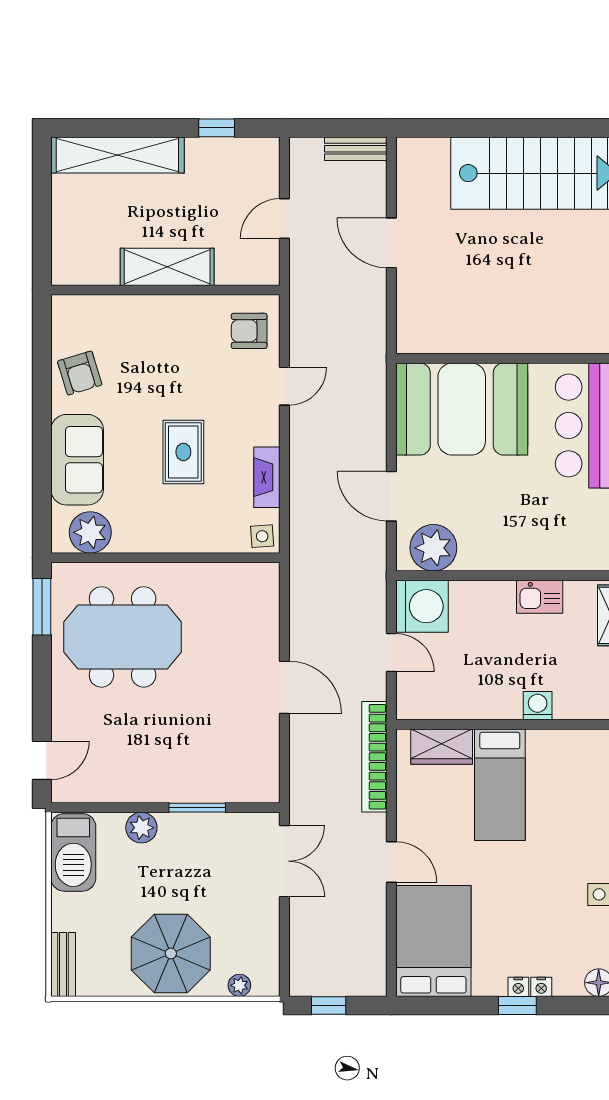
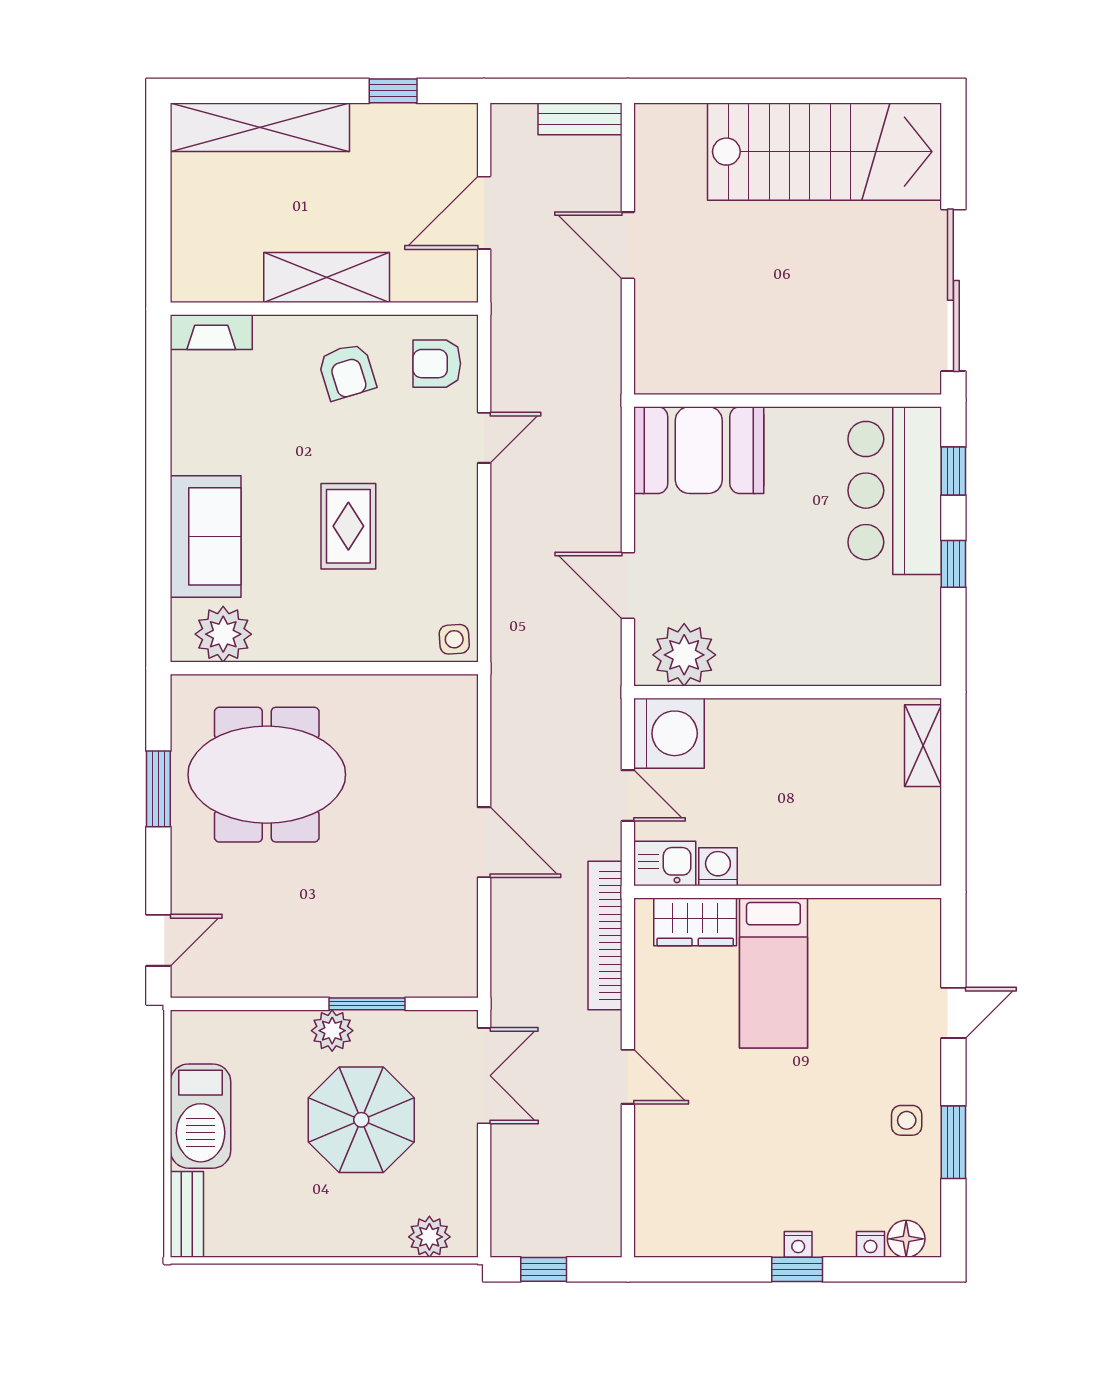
door: (284, 219) -> (484, 213), width x1.38
armchair: (80, 373) -> (347, 372), moved
booth: (462, 409) -> (699, 450), width x0.73, depth x0.70
fireplace: (267, 477) -> (211, 332), moved, turned -90
kitchen sink: (540, 597) -> (665, 864), moved, turned 180
window: (42, 607) -> (158, 789), moved
washing machine: (538, 706) -> (718, 867), moved
plant: (141, 828) -> (332, 1031), moved
barbecue: (73, 852) -> (201, 1116), moved
bed: (433, 941) -> (684, 1183), removed
parasol: (171, 953) -> (361, 1120), moved
plant: (239, 985) -> (429, 1237), width x1.38, depth x1.38
nightstand: (541, 987) -> (870, 1244), moved

